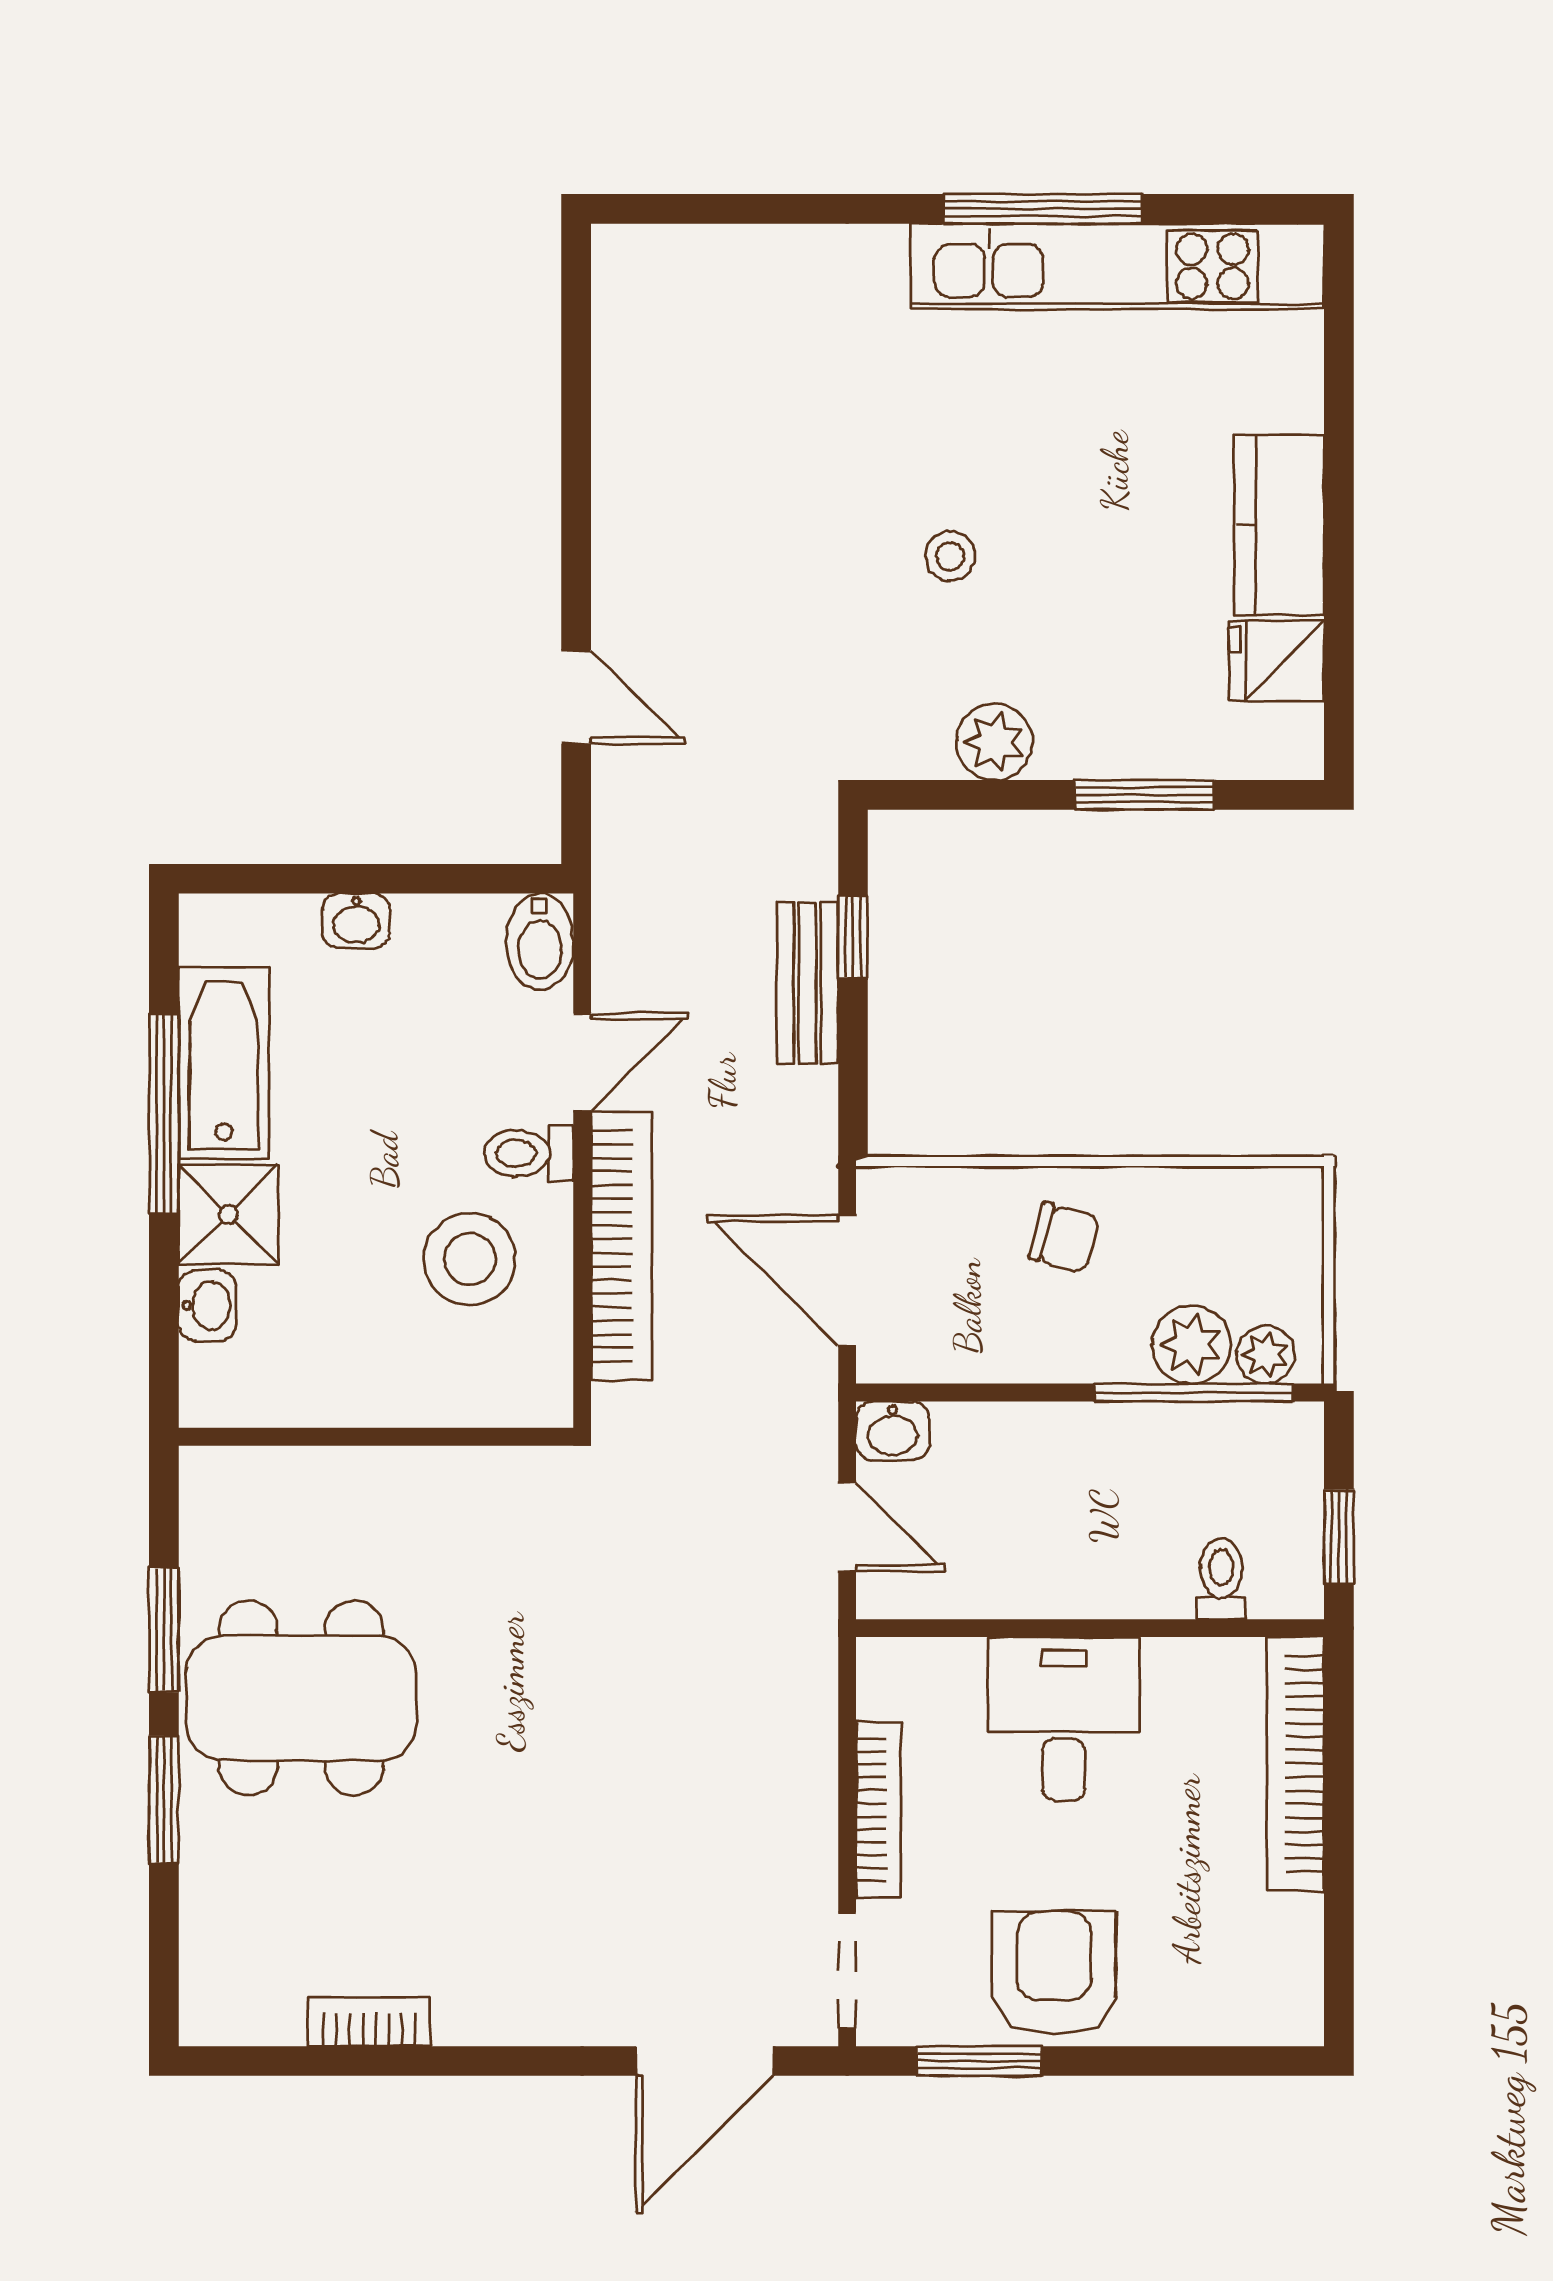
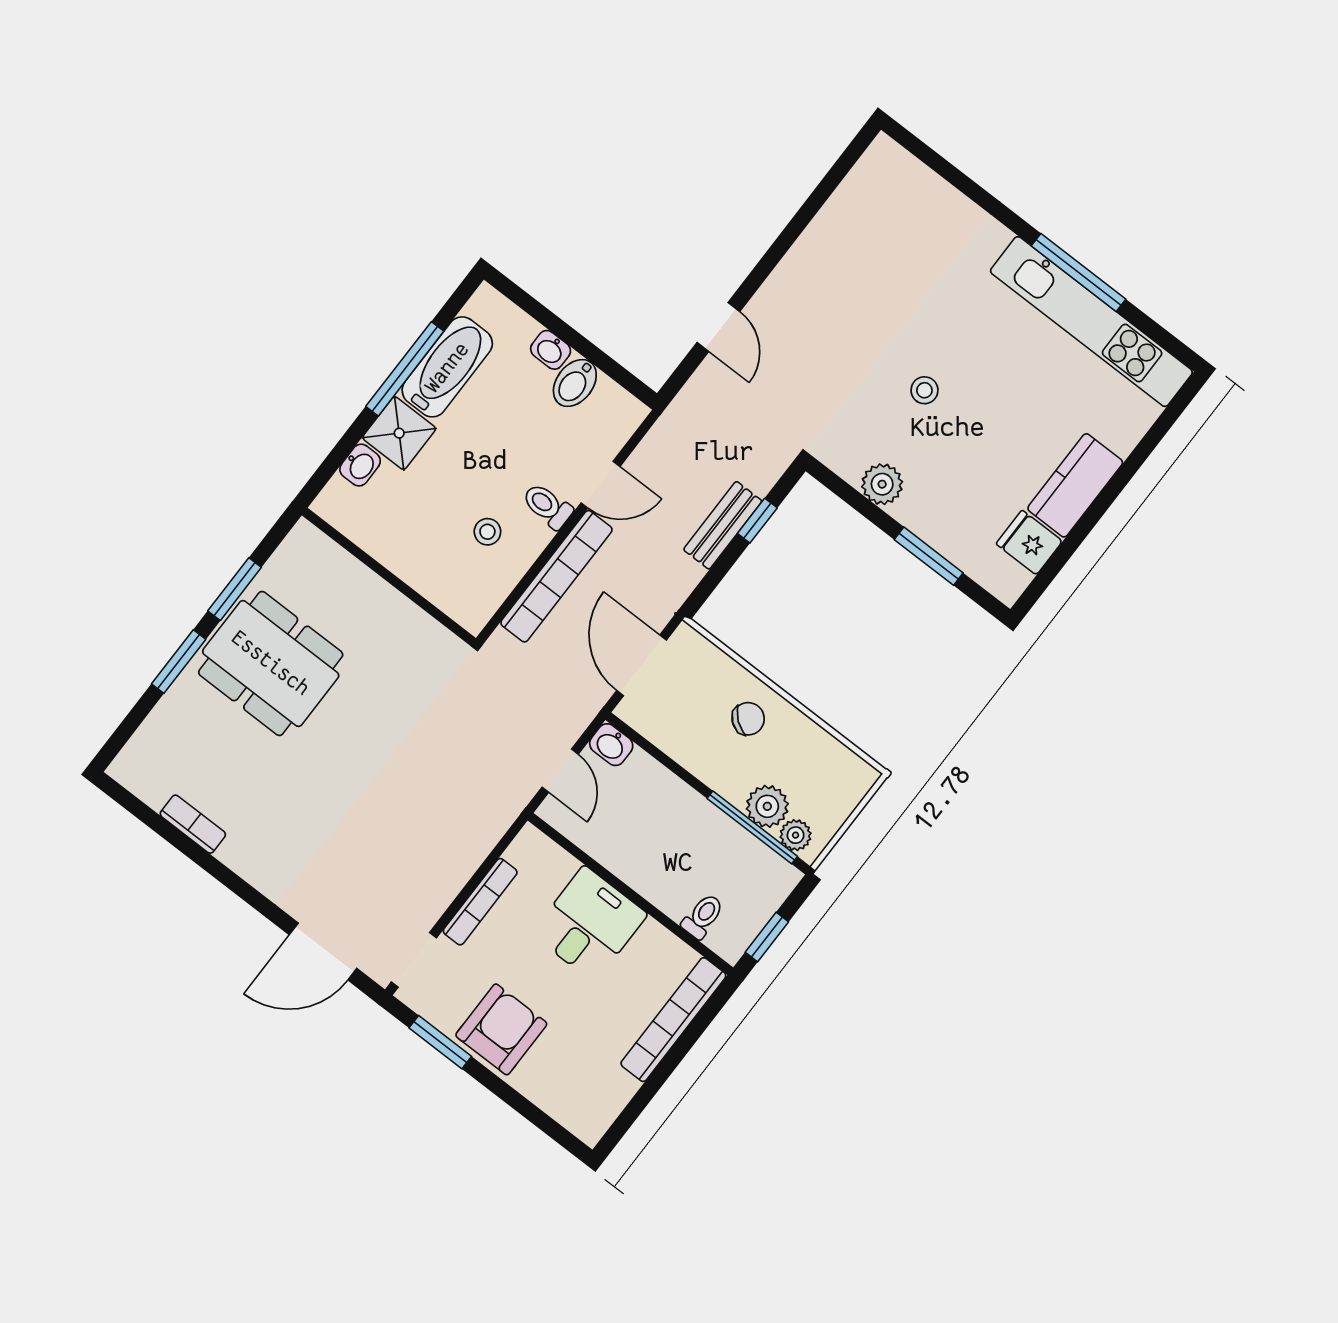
bidet: (540, 942) -> (575, 383), moved
chair: (1064, 1238) -> (748, 719), turned -68
stool: (470, 1259) -> (487, 532), width x0.53, depth x0.53

